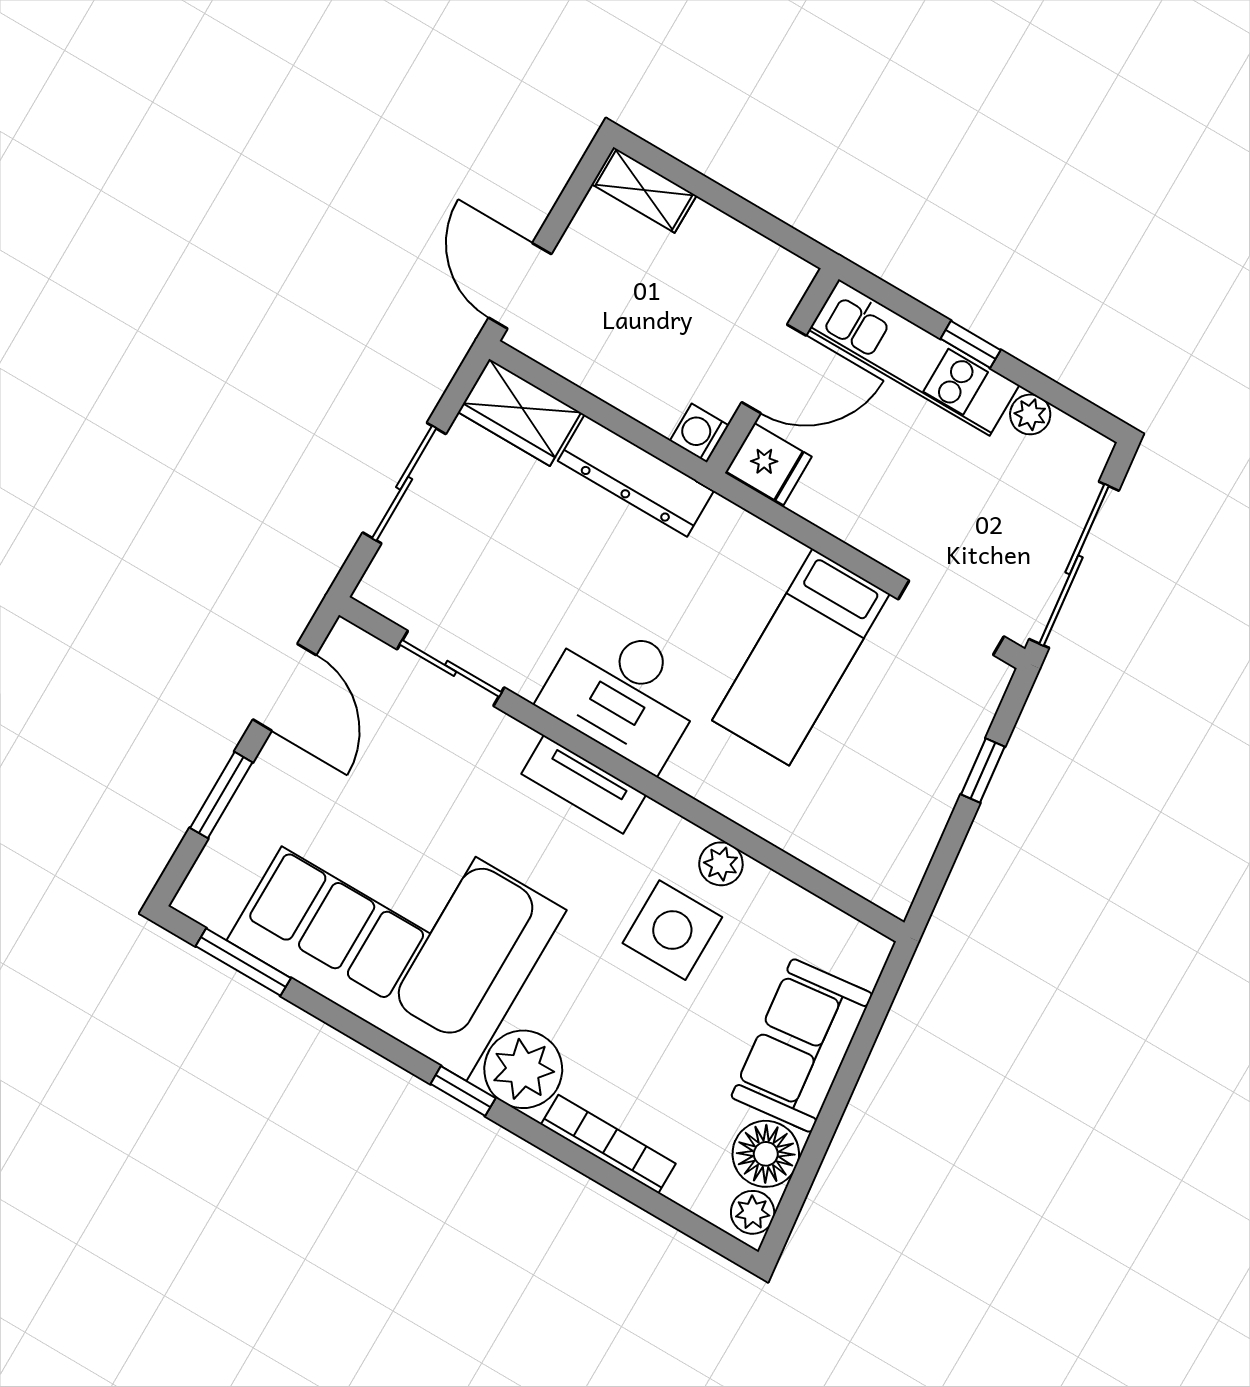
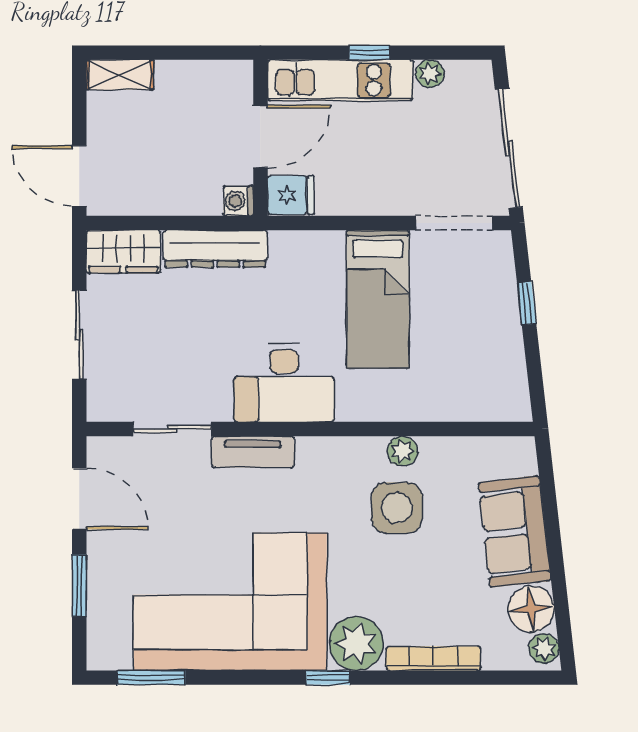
tv unit: (584, 784) -> (253, 452), moved

